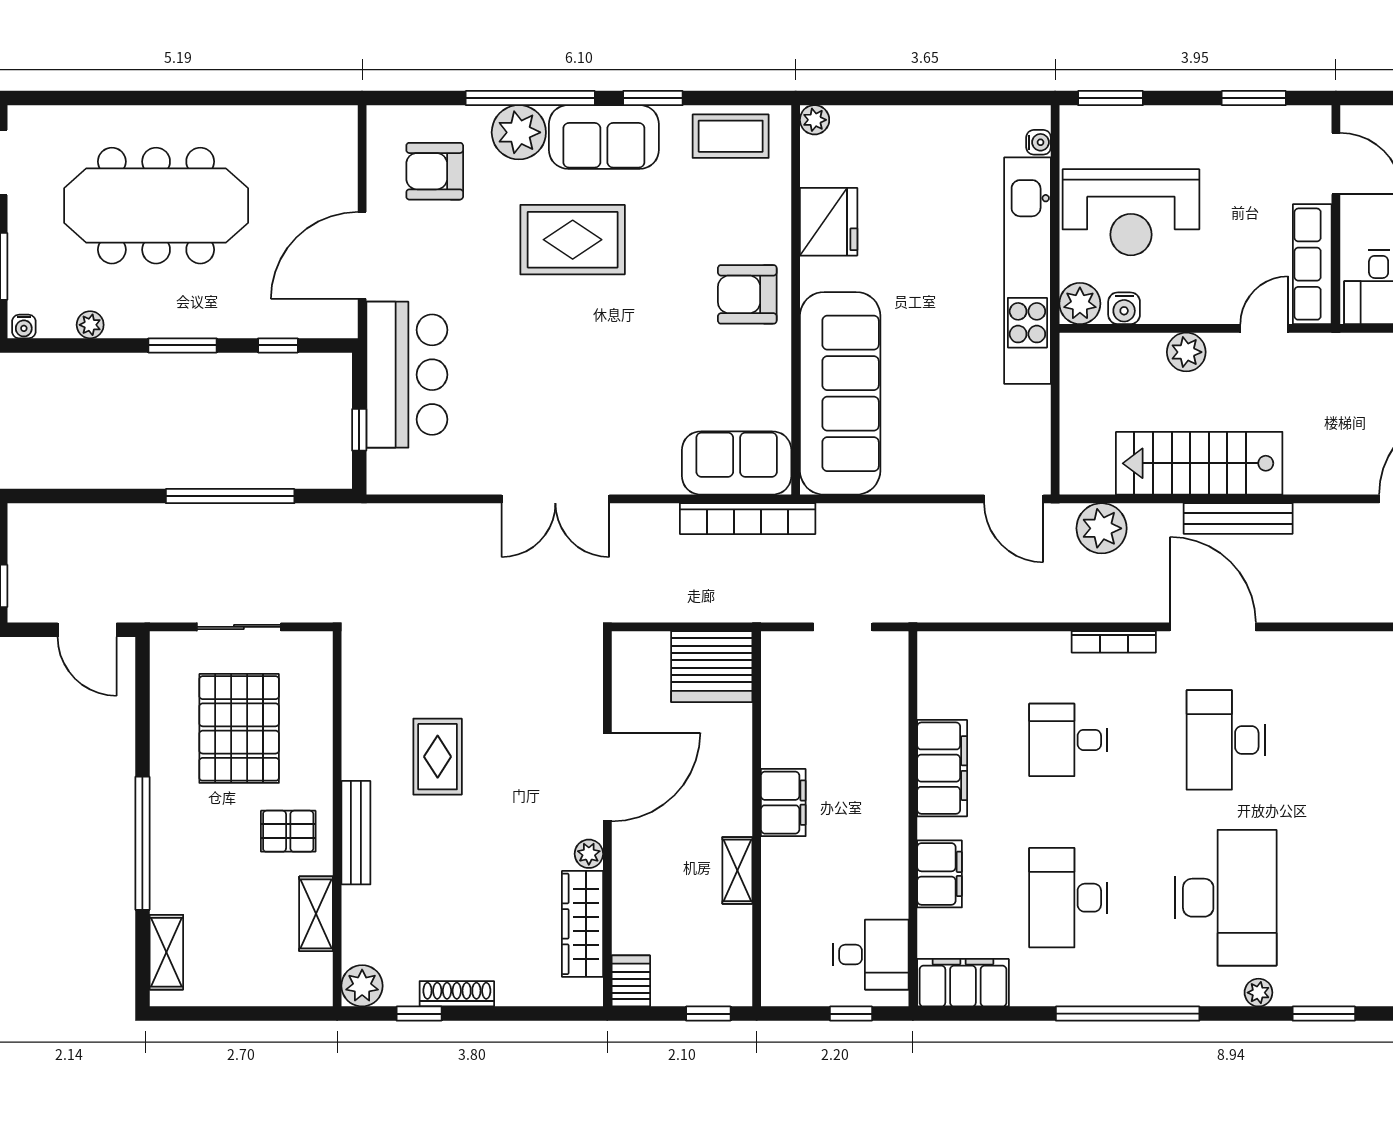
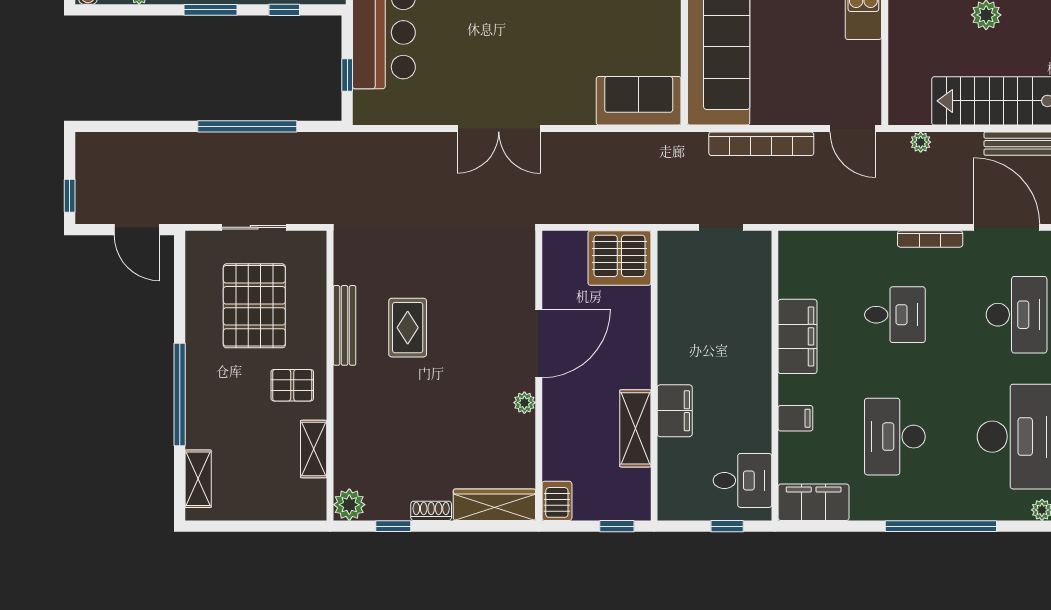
bookcase: (748, 519) -> (761, 144), moved
plant: (1102, 528) -> (921, 142), width x0.53, depth x0.53
desk: (1068, 740) -> (895, 315), turned 180
desk: (1226, 740) -> (1017, 315), turned 180
filing cabinet: (783, 803) -> (675, 411), moved
bench: (356, 833) -> (345, 325), moved
shelving: (737, 870) -> (635, 428), width x1.50, depth x1.33
filing cabinet: (940, 874) -> (795, 418), width x0.50
wardrobe: (582, 924) -> (494, 505), moved, turned 90
shoe rack: (457, 994) -> (431, 511), width x0.70

